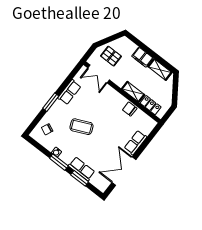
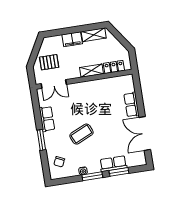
chair: (130, 109) -> (102, 85), removed

